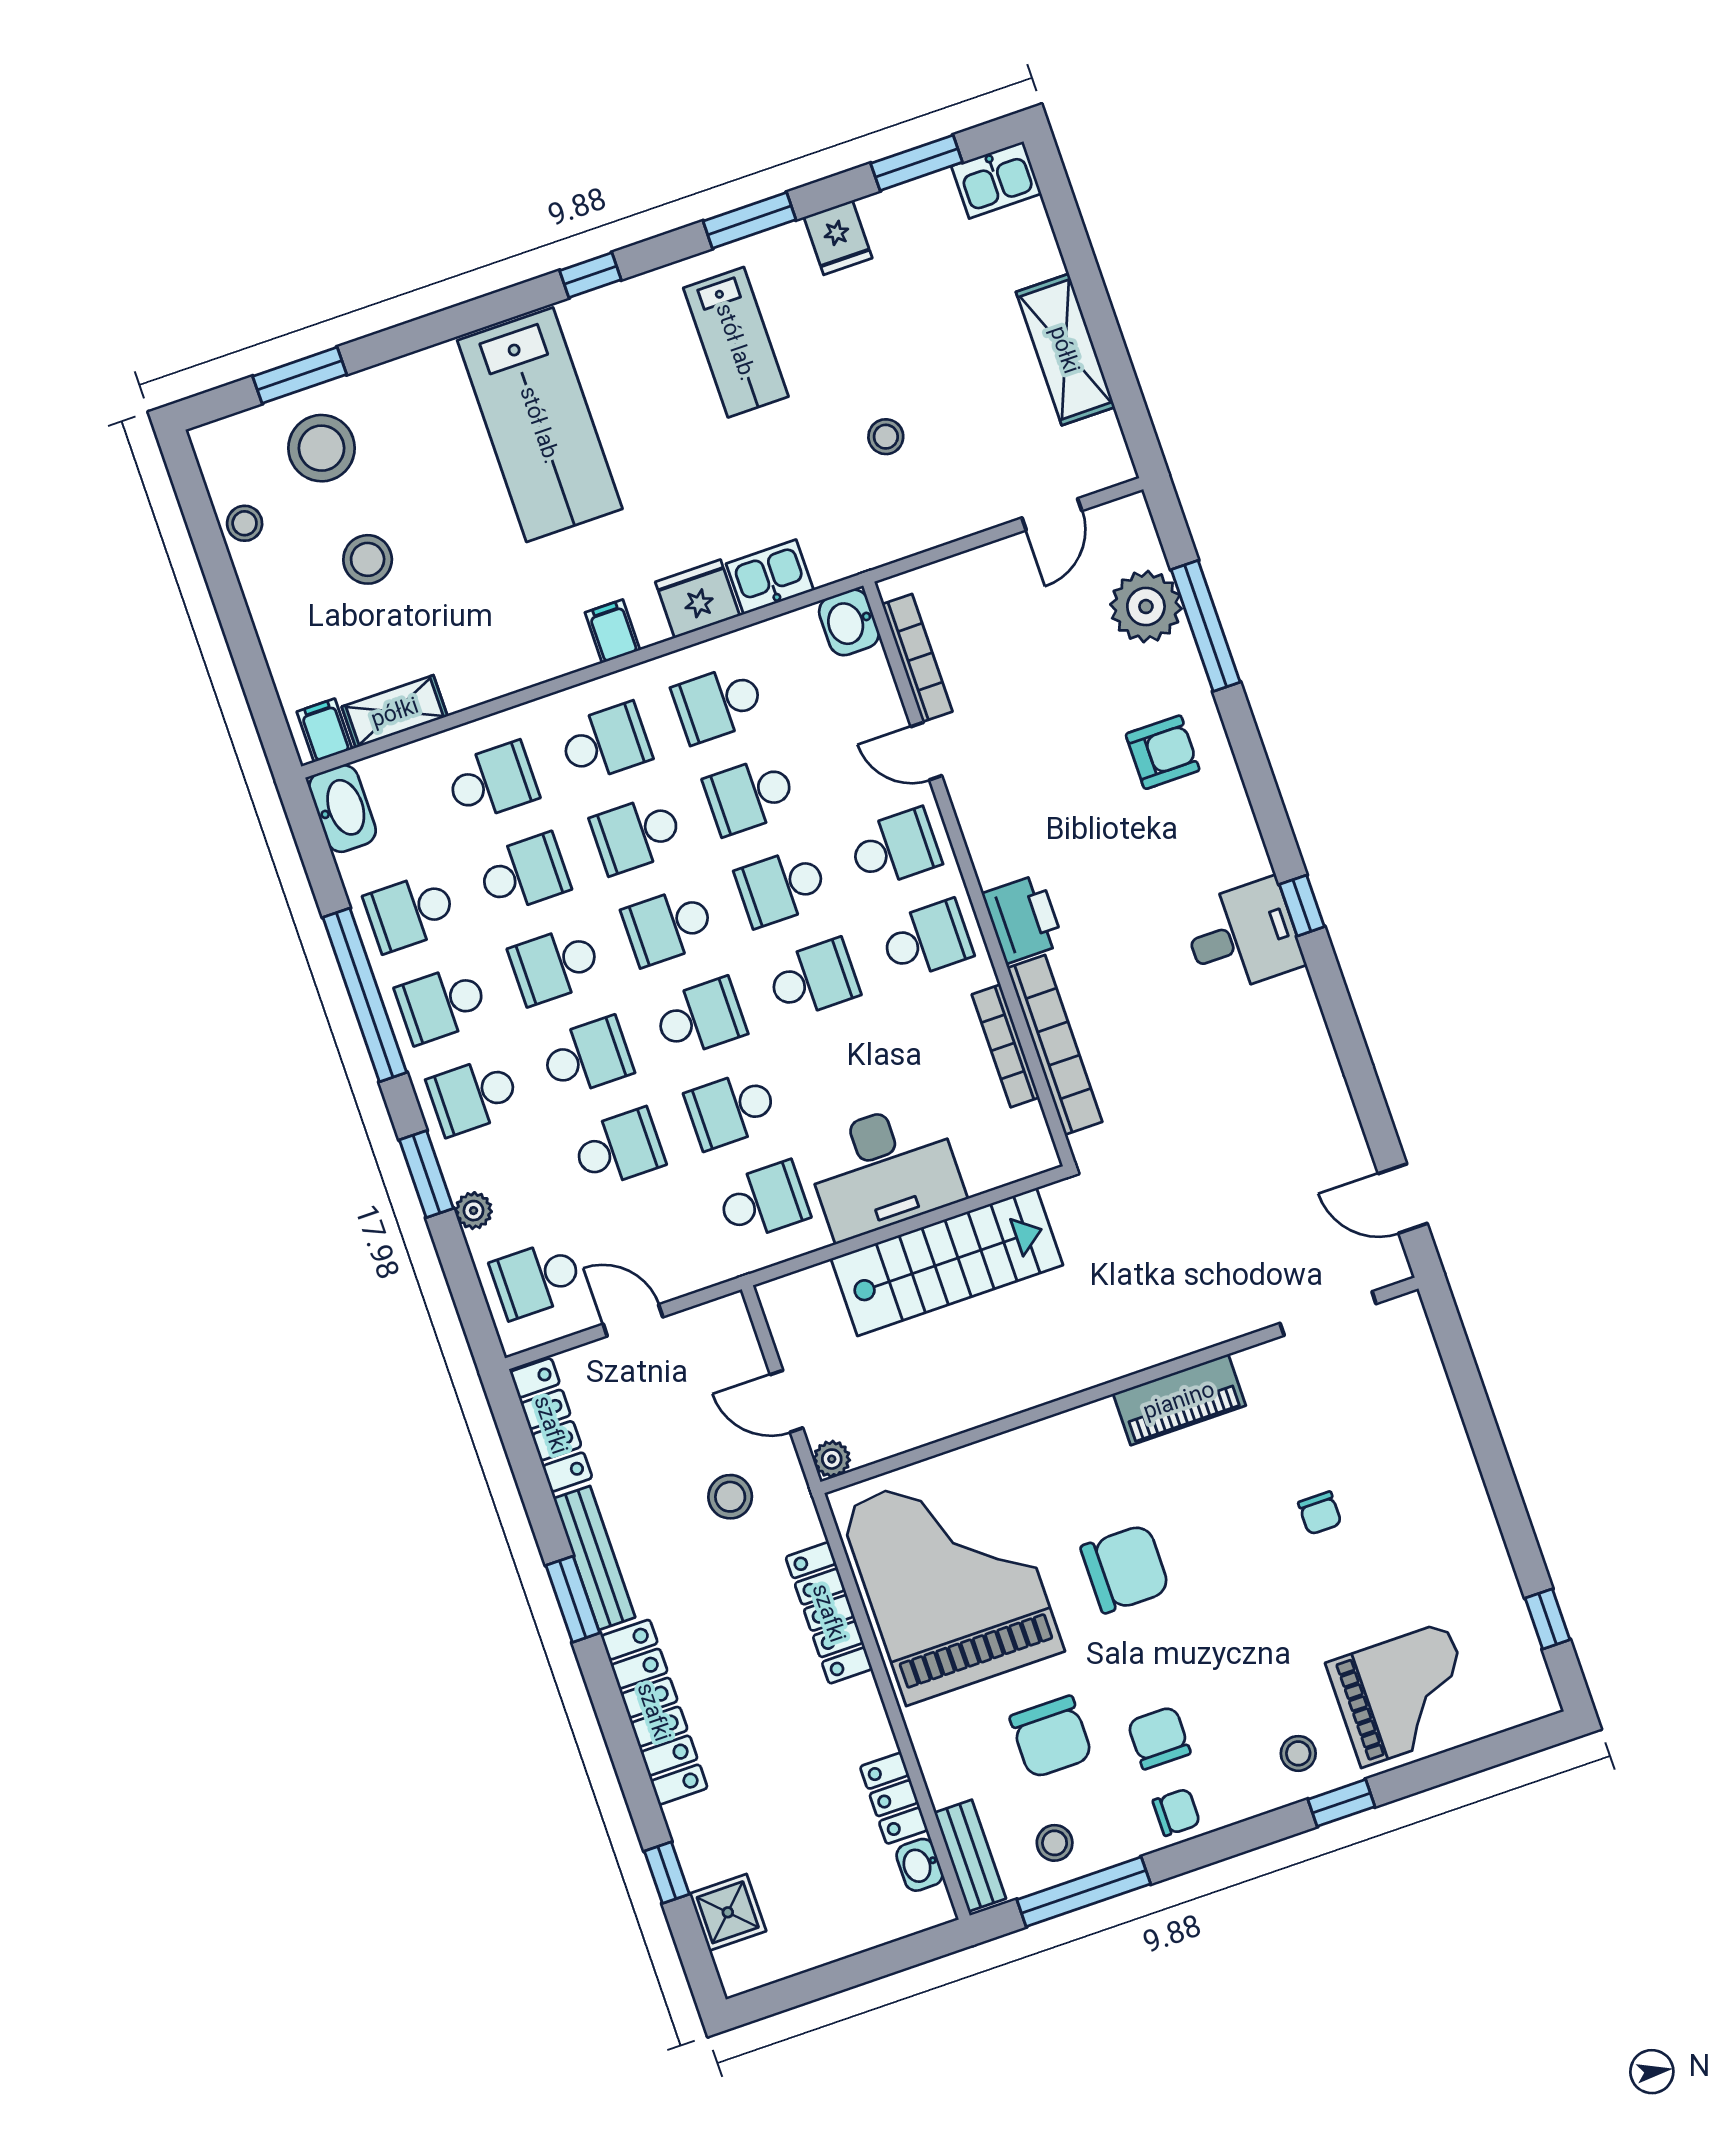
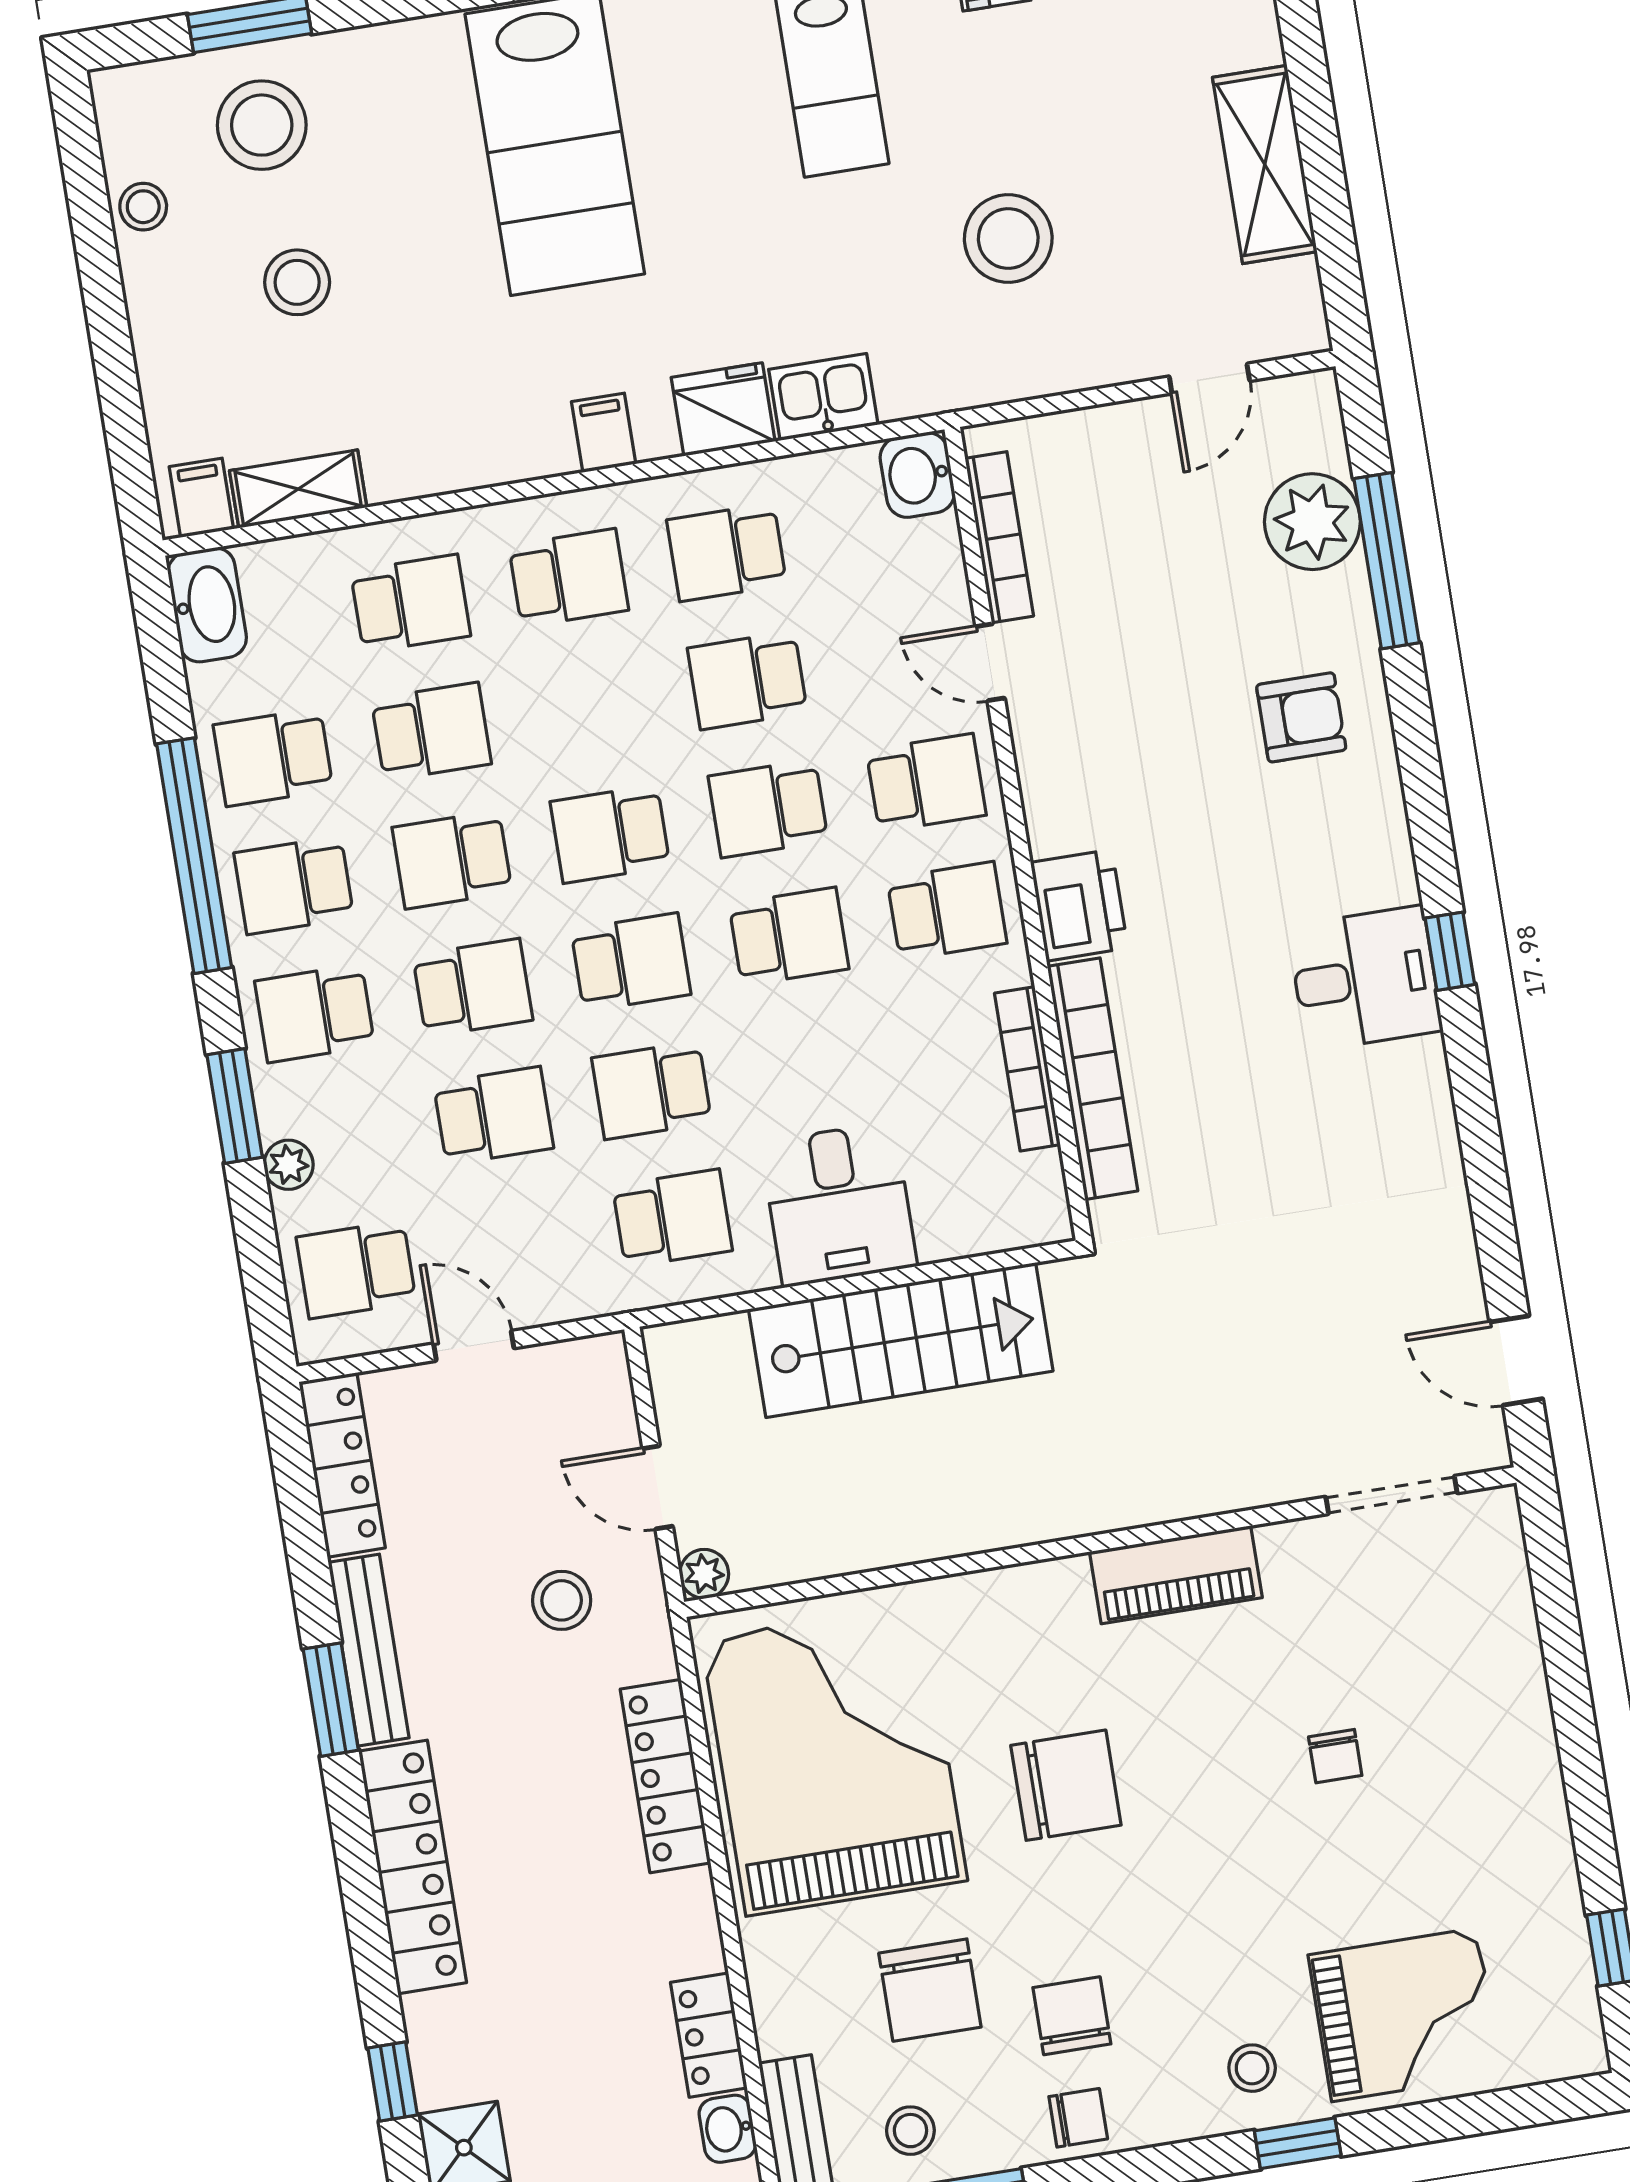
stool: (886, 437) -> (1008, 238), width x1.89, depth x1.89
school desk: (637, 834) -> (589, 706), removed
desk: (884, 1170) -> (839, 1204), width x0.73

